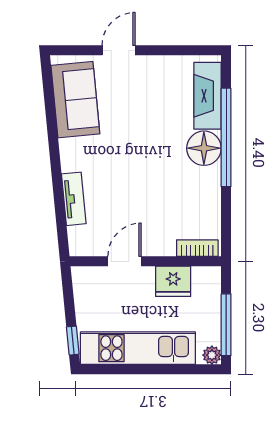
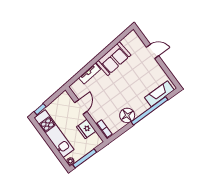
sofa: (75, 100) -> (113, 59), moved
floor lamp: (204, 148) -> (127, 115), moved
door: (125, 261) -> (81, 107), hinge flipped

